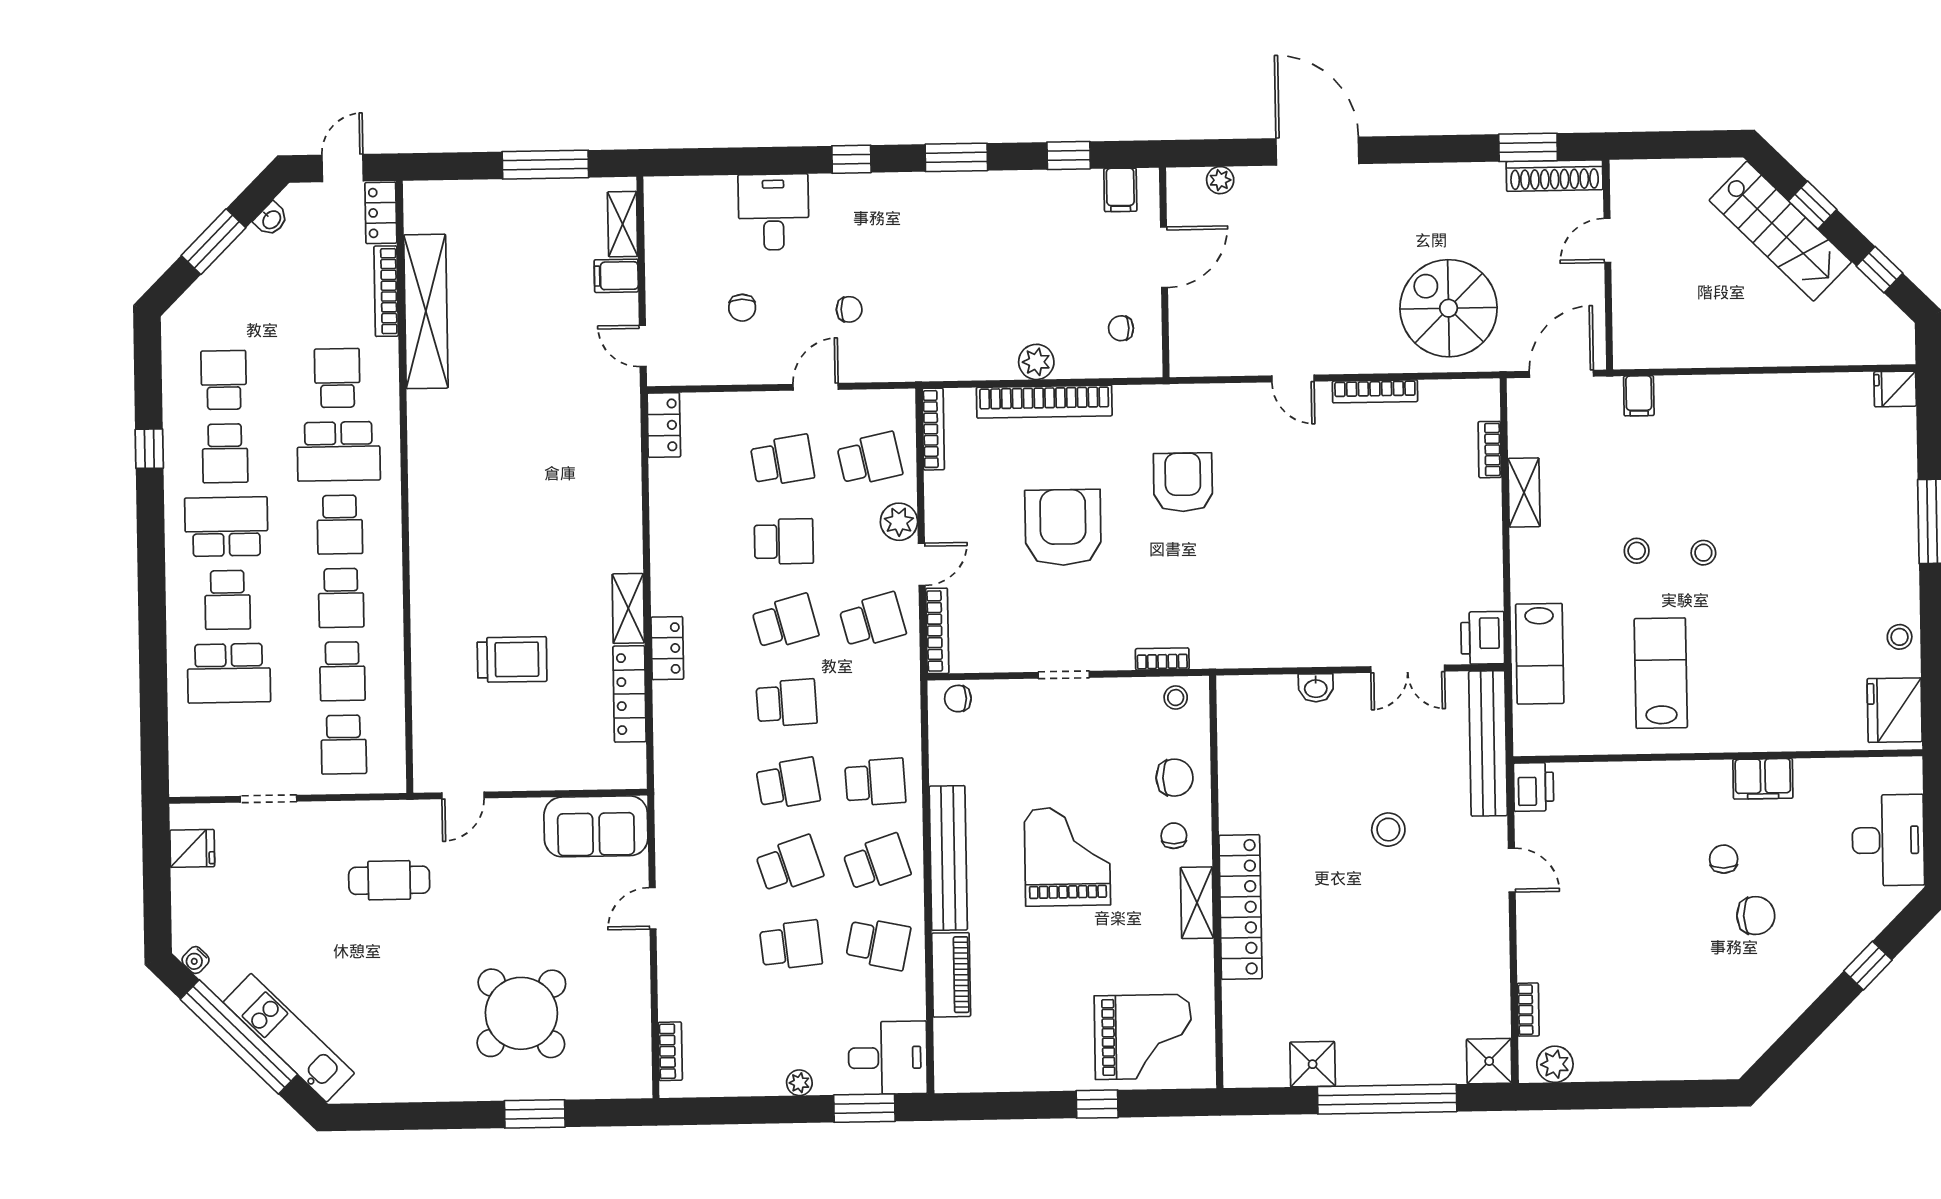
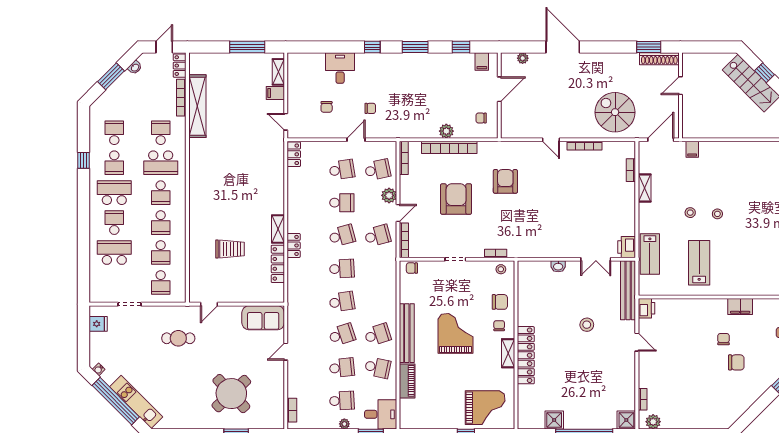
school desk: (228, 600) -> (114, 223), turned 180
school desk: (229, 673) -> (114, 253), turned 180
school desk: (875, 782) -> (342, 401), moved

